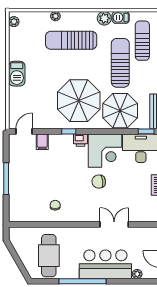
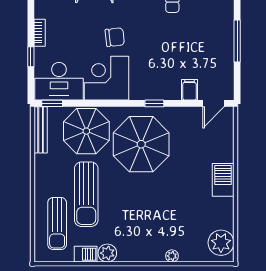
plant: (14, 22) -> (221, 243), width x1.88, depth x1.88
sun lounger: (71, 40) -> (151, 224), removed
printer: (80, 140) -> (139, 92), removed

